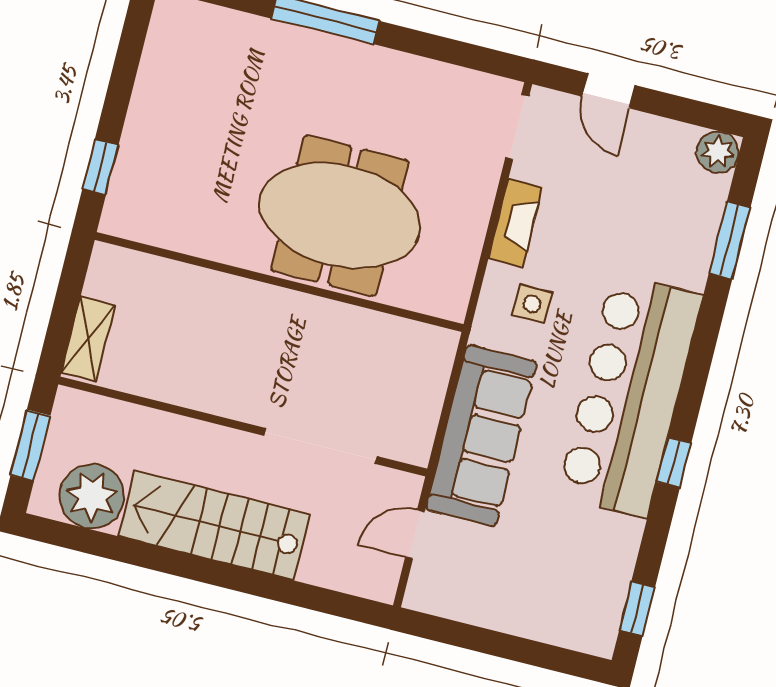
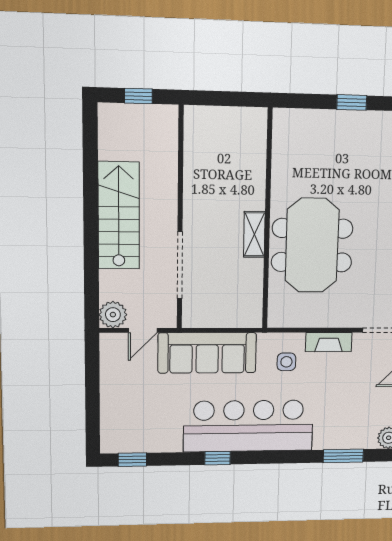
window: (100, 167) -> (352, 102), moved
shelving: (88, 339) -> (254, 234), moved, turned 90
window: (30, 445) -> (138, 96), width x0.67
plant: (92, 496) -> (113, 315), moved, width x0.73, depth x0.73
door: (415, 534) -> (143, 330), swing flipped

